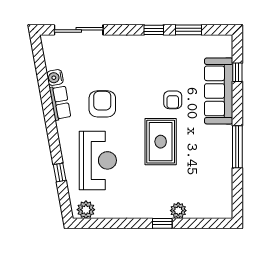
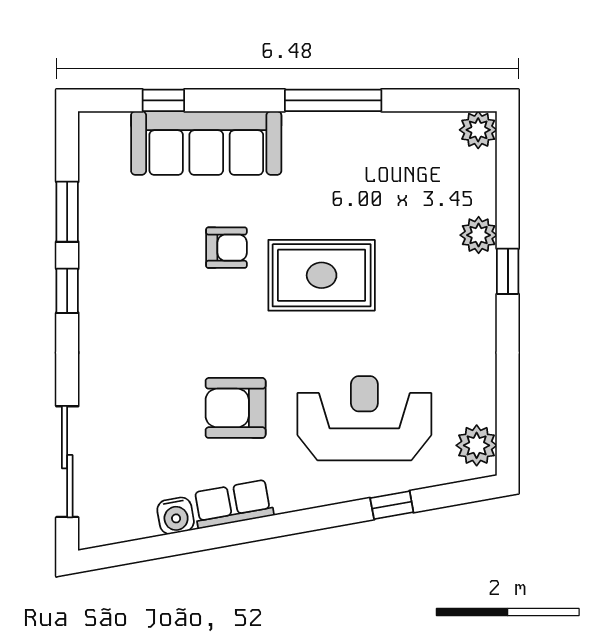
plant: (224, 210) -> (478, 130), added

